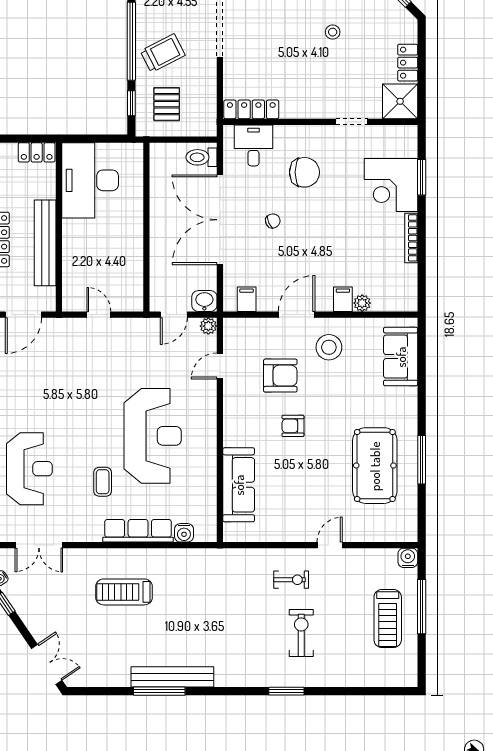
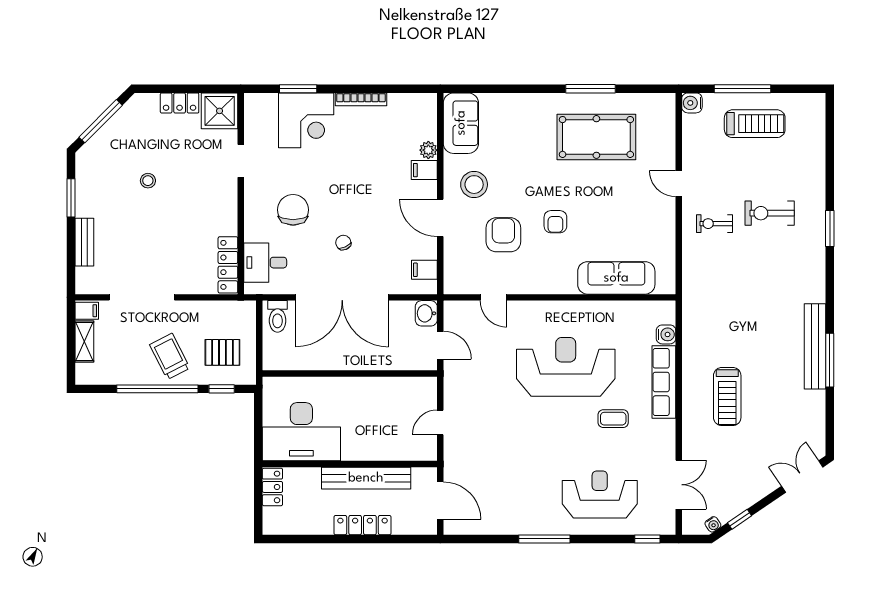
plant: (208, 326) -> (452, 309), removed
sofa: (401, 357) -> (461, 123), moved, turned -90
exercise bike: (291, 580) -> (715, 224), turned -90

